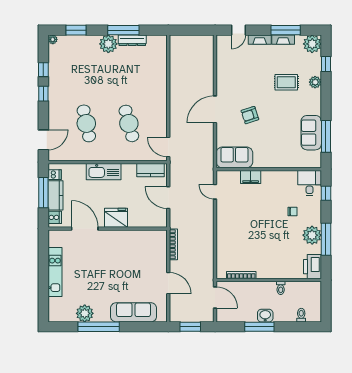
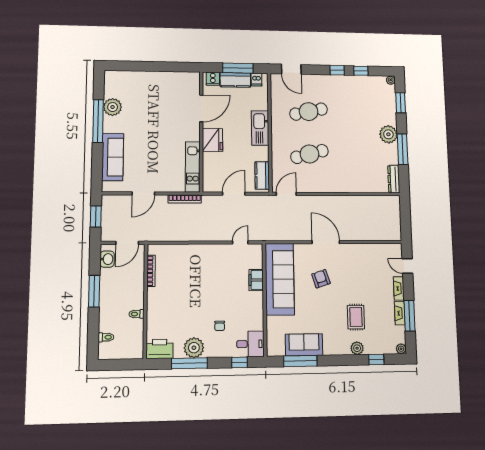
dresser: (132, 40) -> (394, 179), moved
plant: (312, 44) -> (401, 349), width x0.53, depth x0.53
sofa: (234, 157) -> (280, 279), width x1.85, depth x1.27
kitchen unit: (55, 272) -> (193, 167), moved, turned 90
washbasin: (265, 316) -> (107, 259), moved

